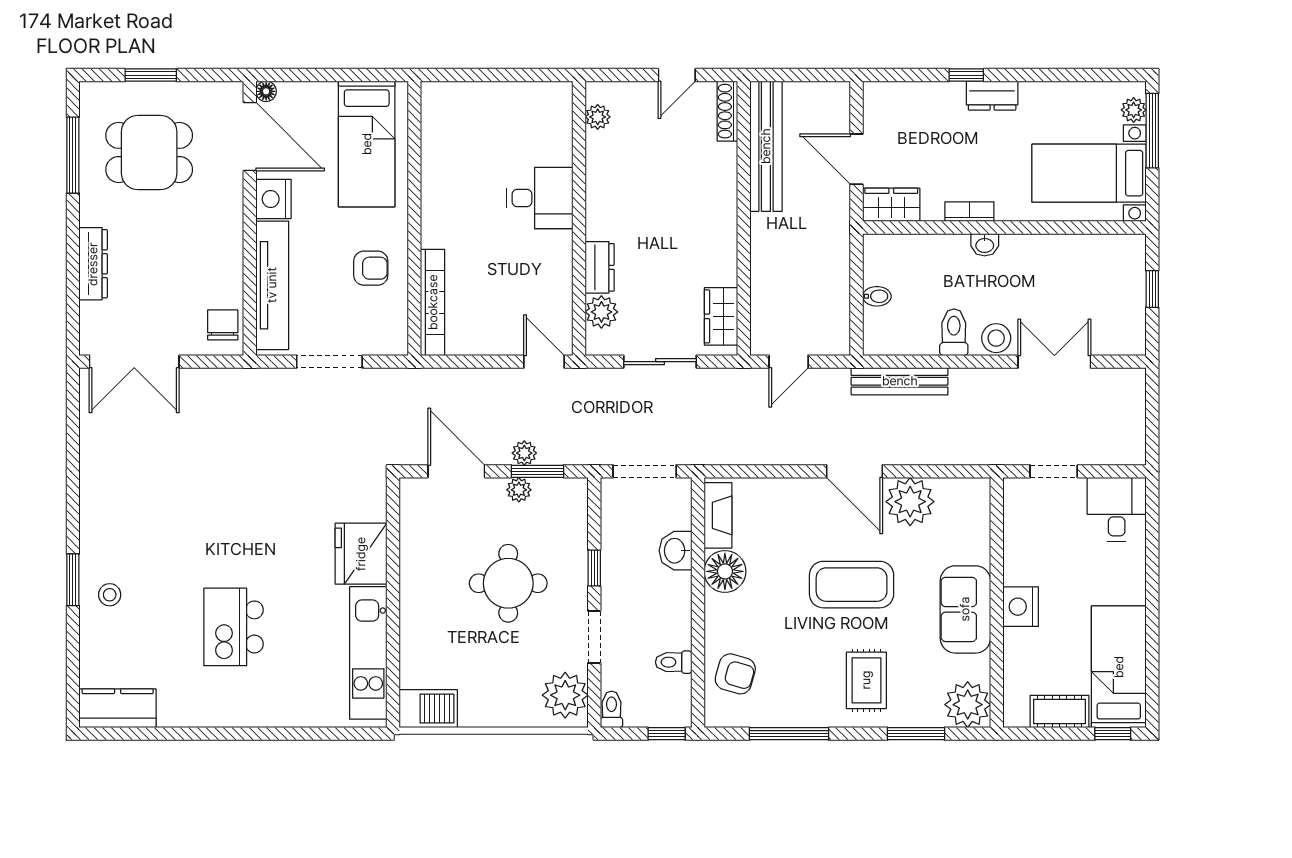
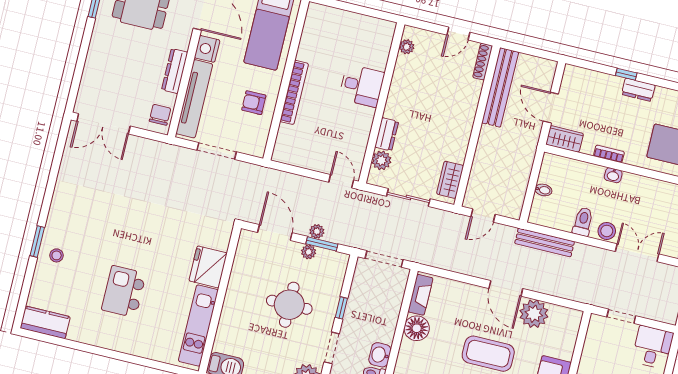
dresser: (93, 264) -> (175, 71), moved, turned 180
armchair: (371, 268) -> (254, 103), turned 180
bookcase: (433, 302) -> (294, 92), moved
washbasin: (676, 551) -> (380, 355), moved

